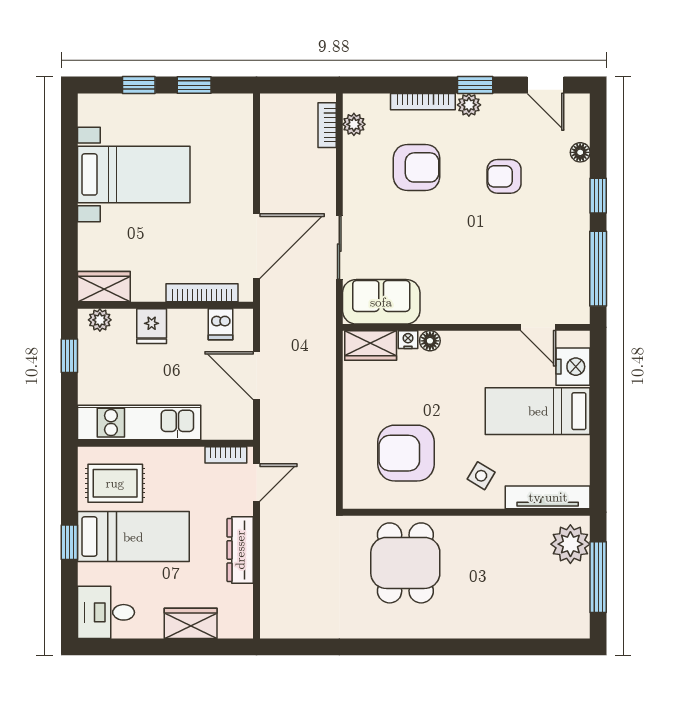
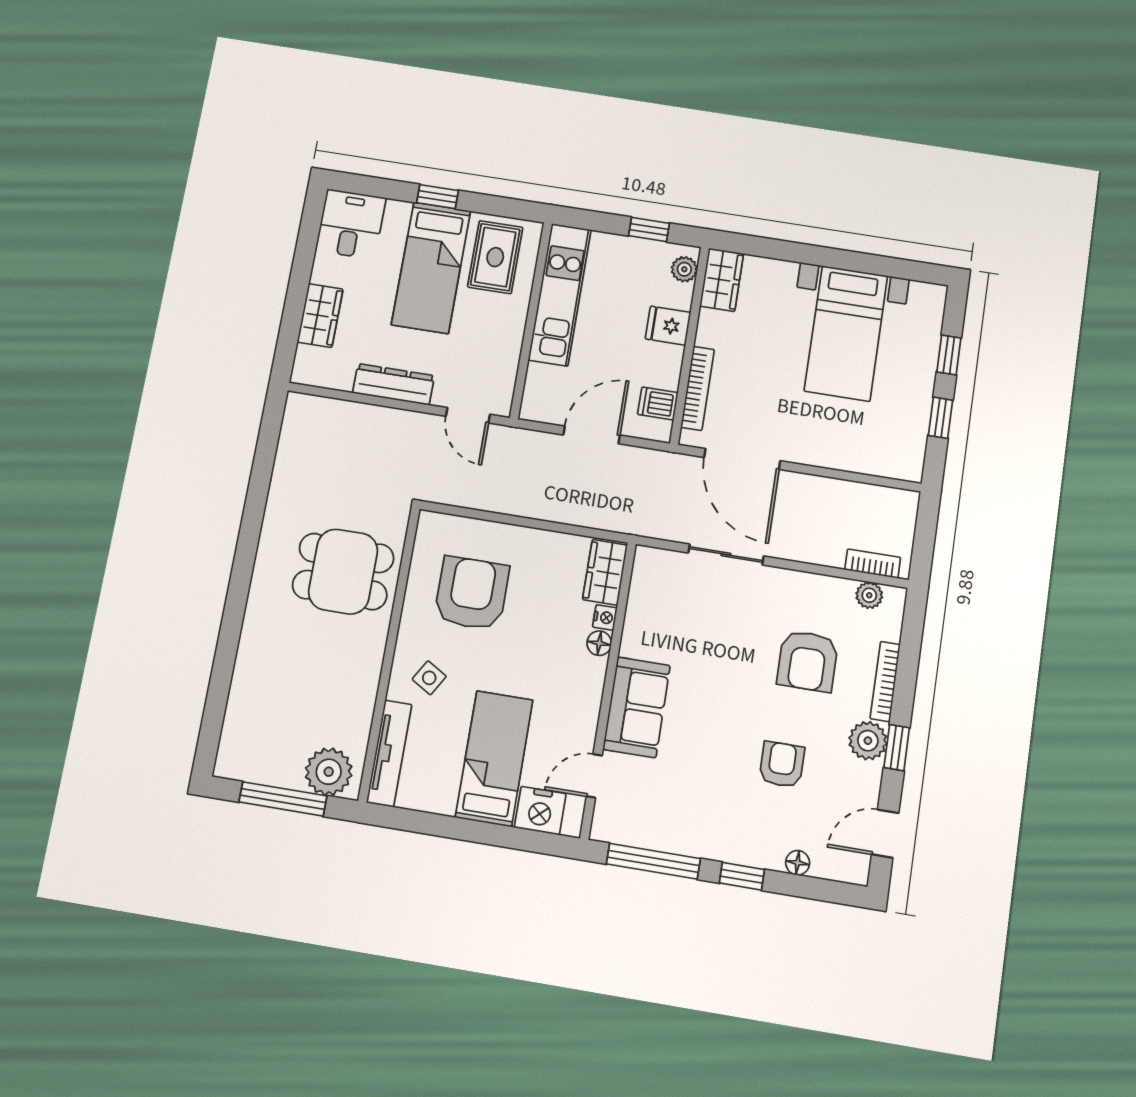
plant: (469, 105) -> (868, 741), width x1.38, depth x1.38
sofa: (381, 302) -> (637, 707), moved
bookcase: (226, 455) -> (506, 386), removed

